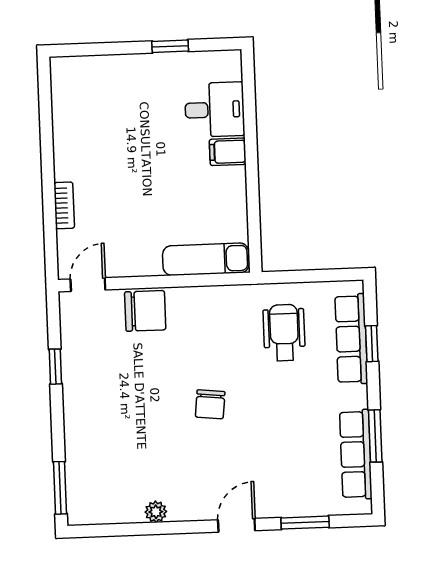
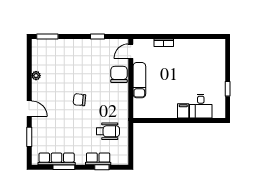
exam couch: (206, 259) -> (139, 80), moved
door: (88, 284) -> (131, 51), swing flipped
chair: (145, 311) -> (119, 74), turned 180
row of seats: (351, 339) -> (98, 159), width x0.68

